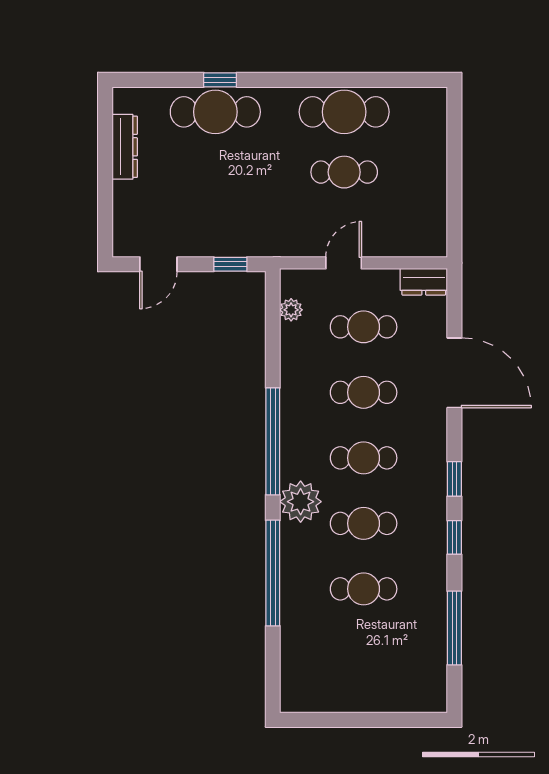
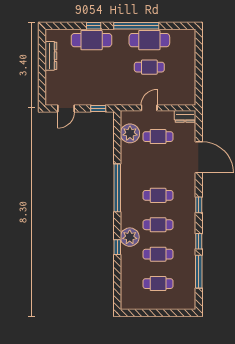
window: (315, 80) -> (136, 26), added
plant: (291, 310) -> (130, 133), width x1.87, depth x1.87
cafe table: (364, 392) -> (158, 284), moved
plant: (301, 502) -> (130, 237), moved
window: (454, 537) -> (199, 241), moved
window: (273, 573) -> (117, 247), width x0.32

